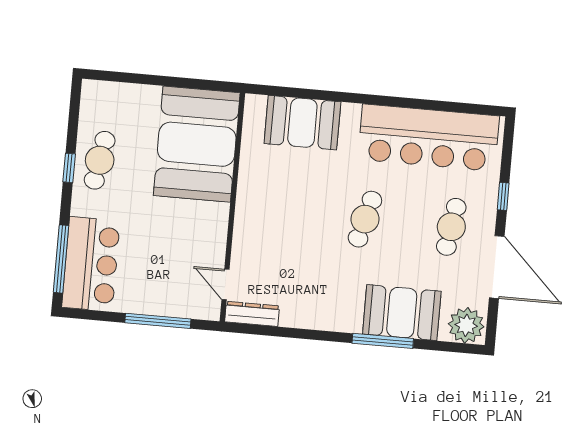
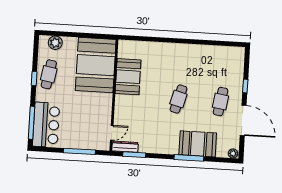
plant: (115, 96) -> (55, 43), added
booth: (302, 123) -> (128, 77), moved, turned 90
bar counter: (429, 138) -> (208, 59), removed
door: (225, 284) -> (112, 133), swing flipped
plant: (466, 325) -> (233, 153), width x0.53, depth x0.53
window: (270, 331) -> (134, 155), added

